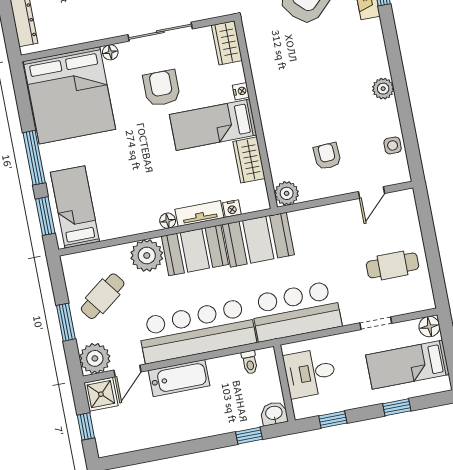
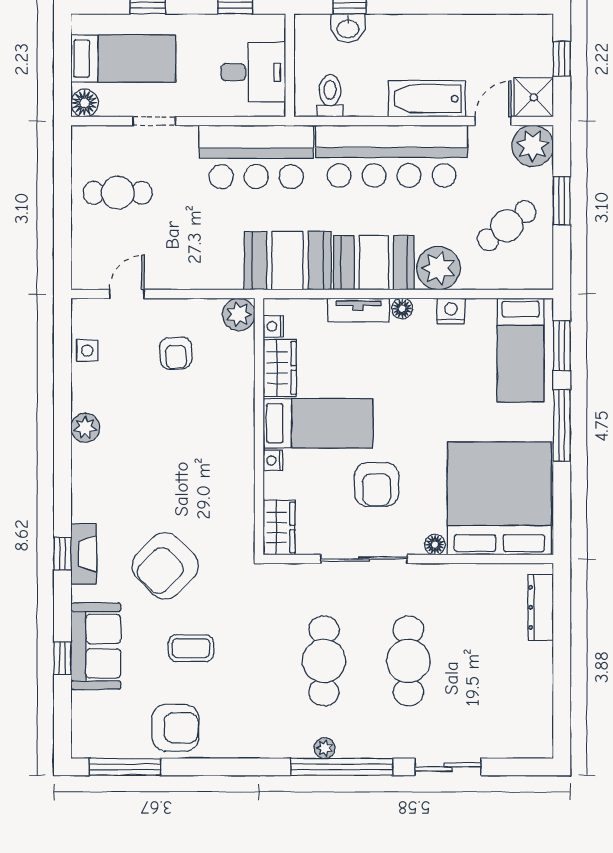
nightstand: (232, 209) -> (273, 326), moved, turned -90
nightstand: (131, 226) -> (451, 311), added
toilet: (250, 362) -> (330, 96), width x1.37, depth x1.39
washbasin: (274, 413) -> (348, 28), moved

